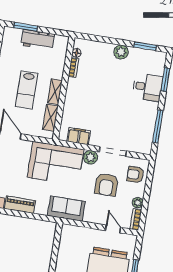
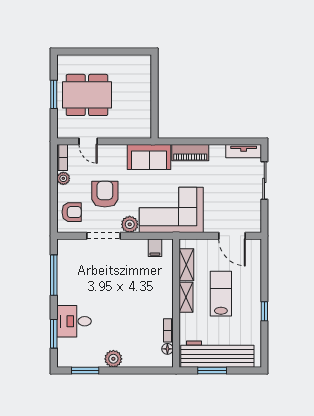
window: (26, 27) -> (212, 371), moved
workbench: (38, 40) -> (217, 354), width x1.88, depth x1.32
filing cabinet: (79, 136) -> (155, 248), width x0.50
piano: (20, 205) -> (190, 153), moved

